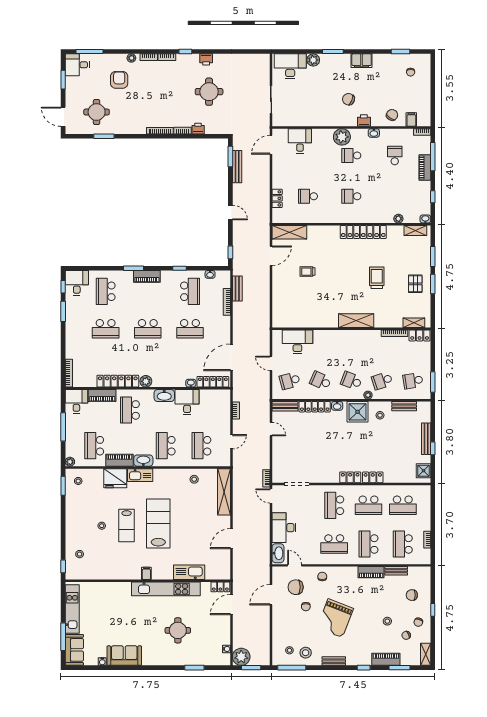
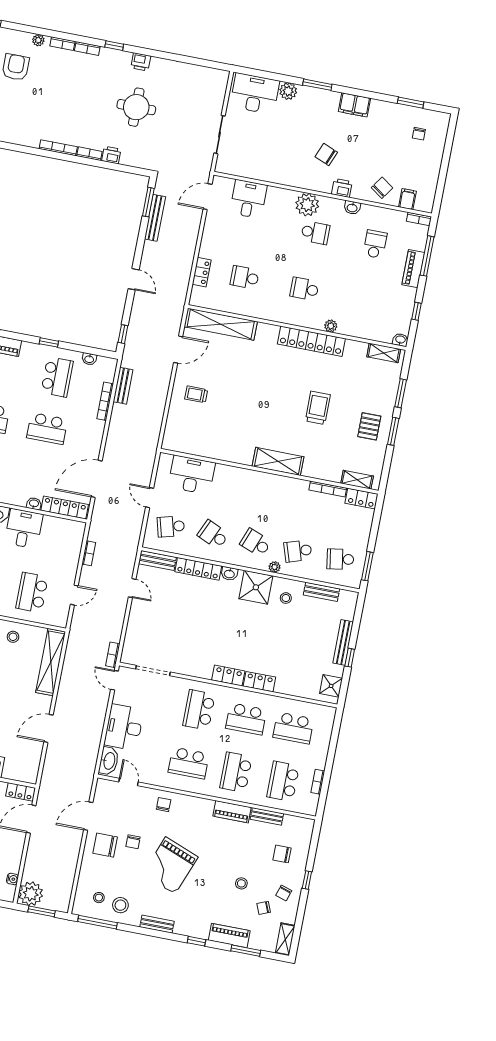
school desk: (351, 155) -> (315, 233), turned 180
plant: (398, 219) -> (331, 326), moved
shelving: (289, 232) -> (221, 324), width x1.47
trolley: (307, 272) -> (196, 394), moved
chair: (296, 587) -> (105, 845), moved

